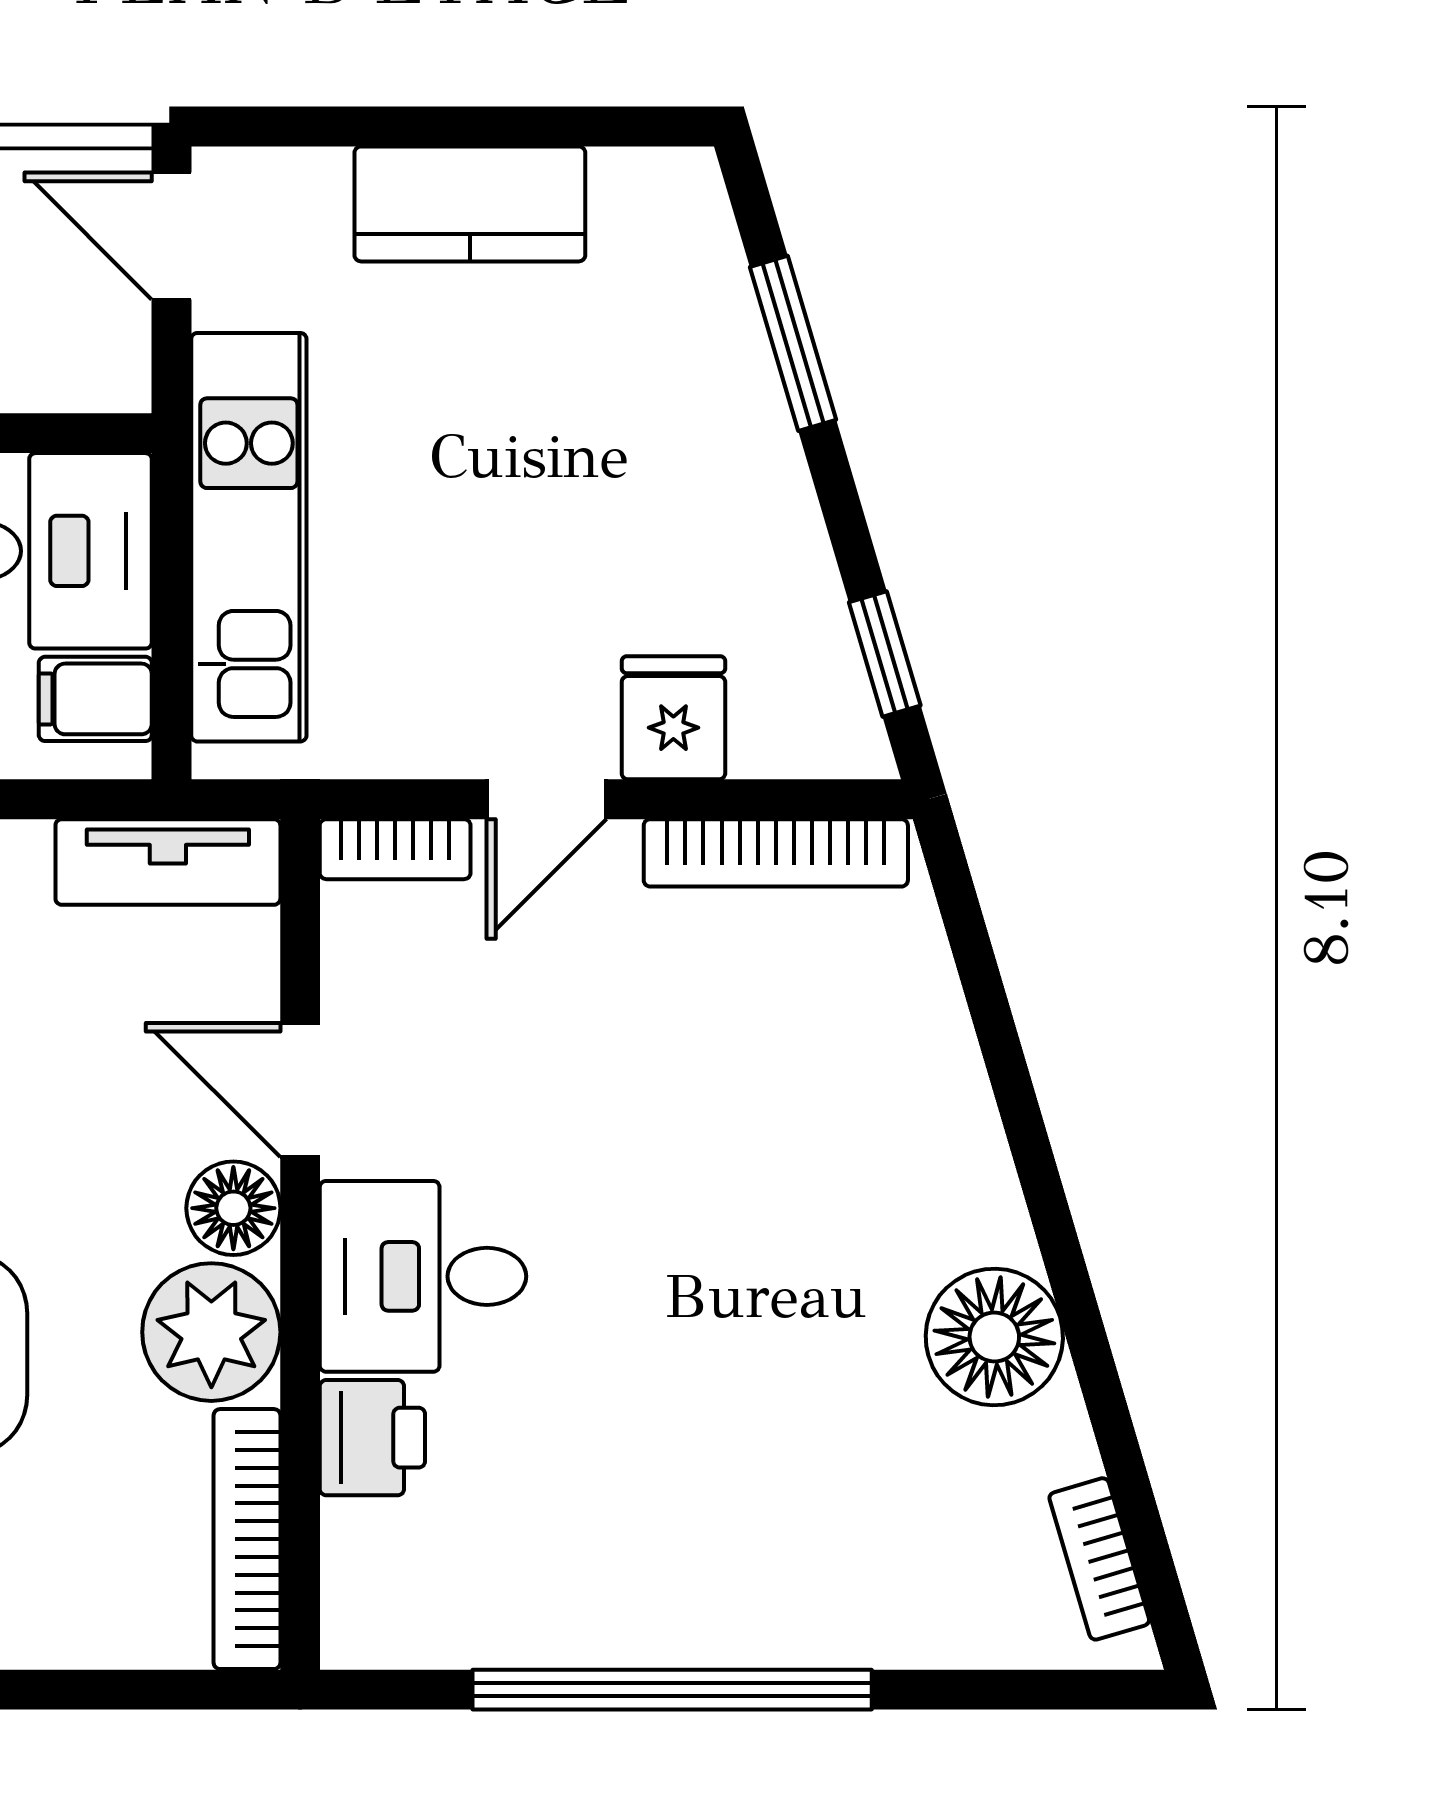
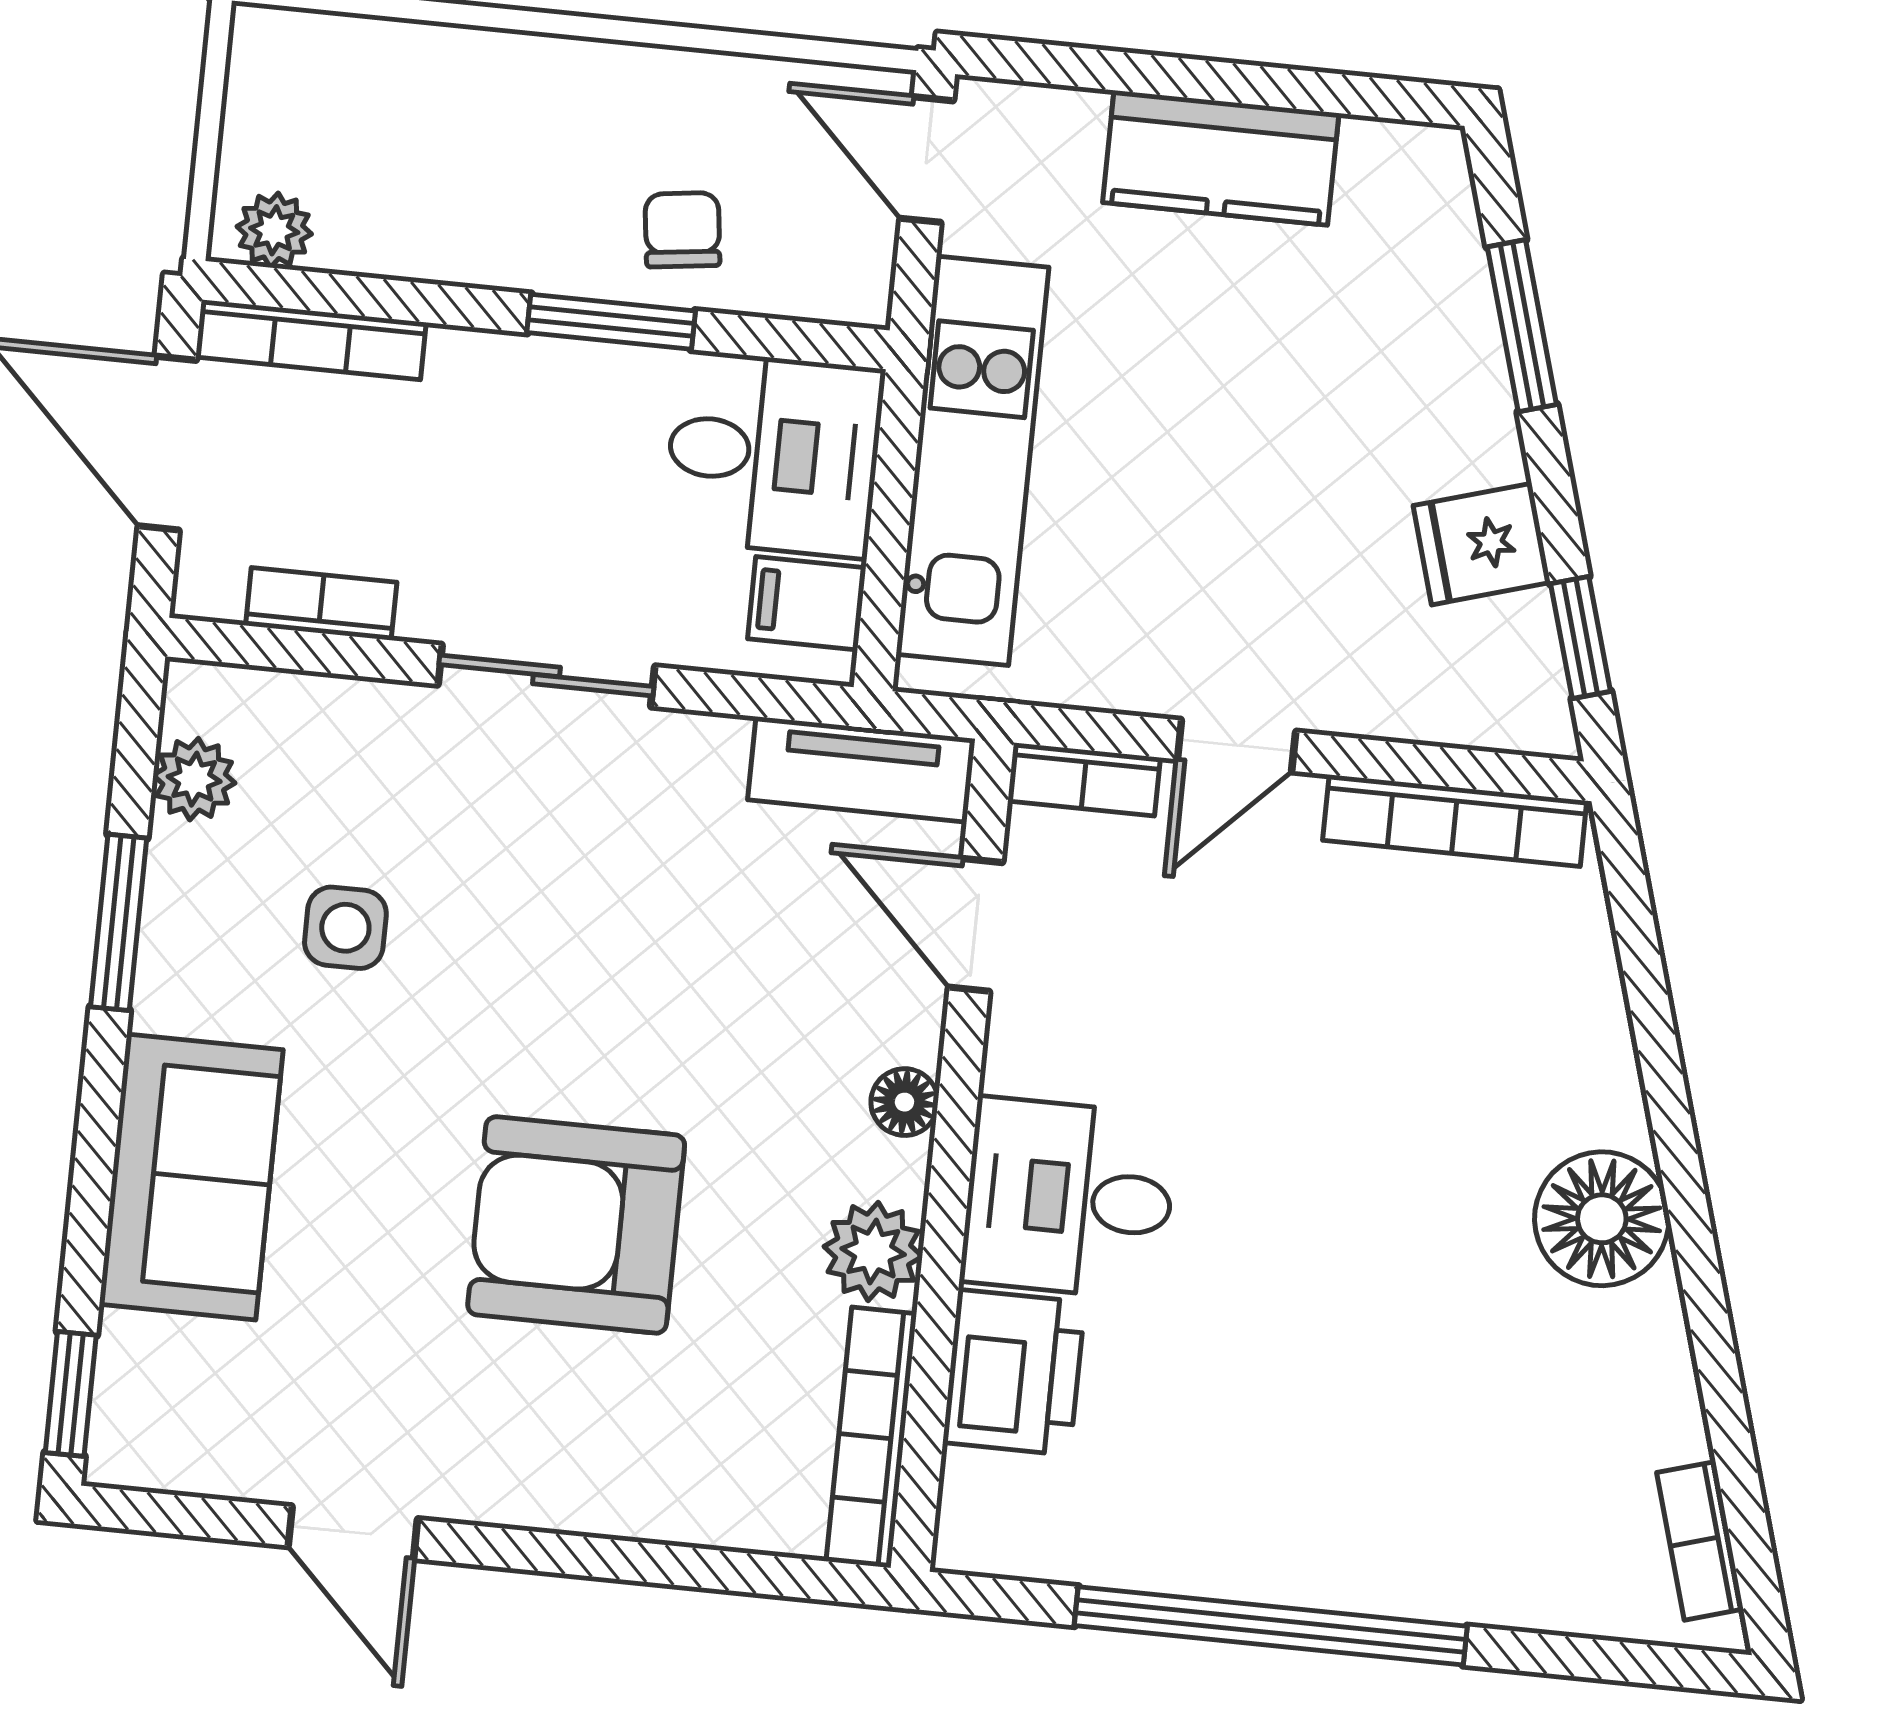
fridge: (673, 718) -> (1482, 544), moved, turned -106
door: (300, 1090) -> (976, 925), moved
floor lamp: (233, 1208) -> (904, 1102), width x0.73, depth x0.73
plant: (211, 1332) -> (873, 1251), width x0.73, depth x0.73
floor lamp: (994, 1337) -> (1602, 1219), moved
printer: (372, 1438) -> (1014, 1372), width x1.36, depth x1.24

